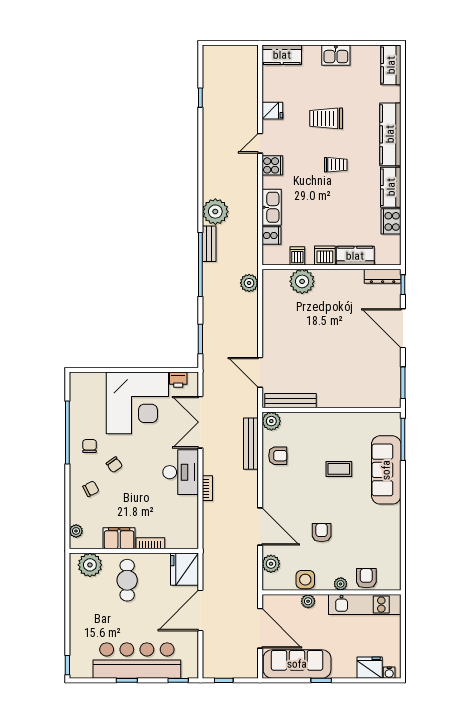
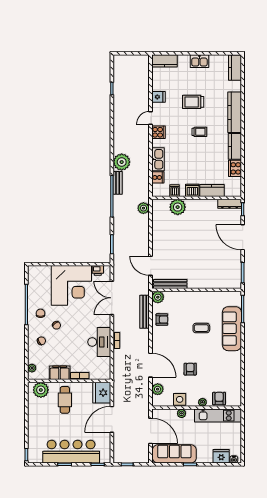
desk: (181, 472) -> (99, 342), moved

